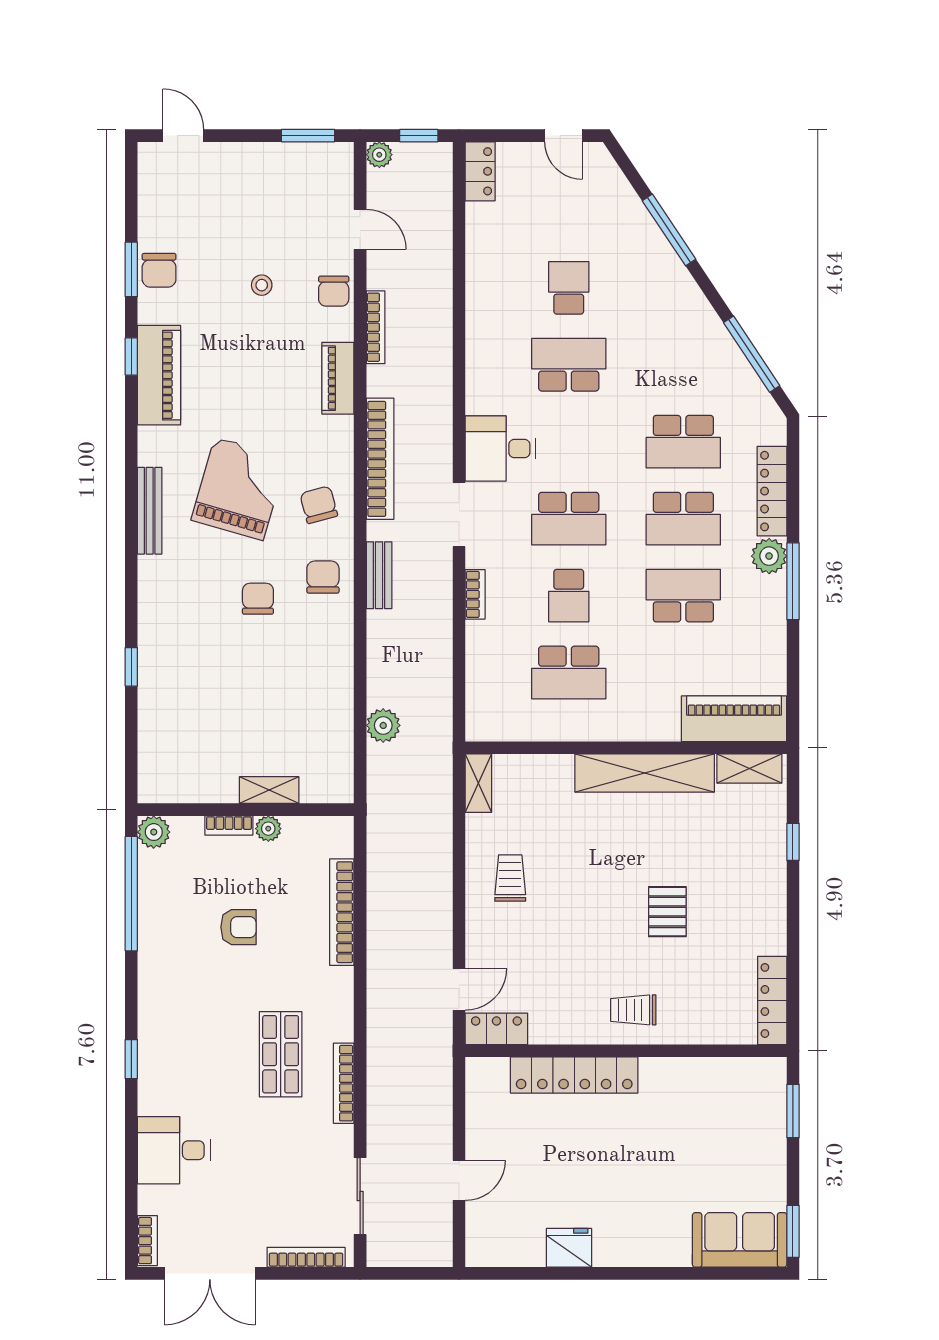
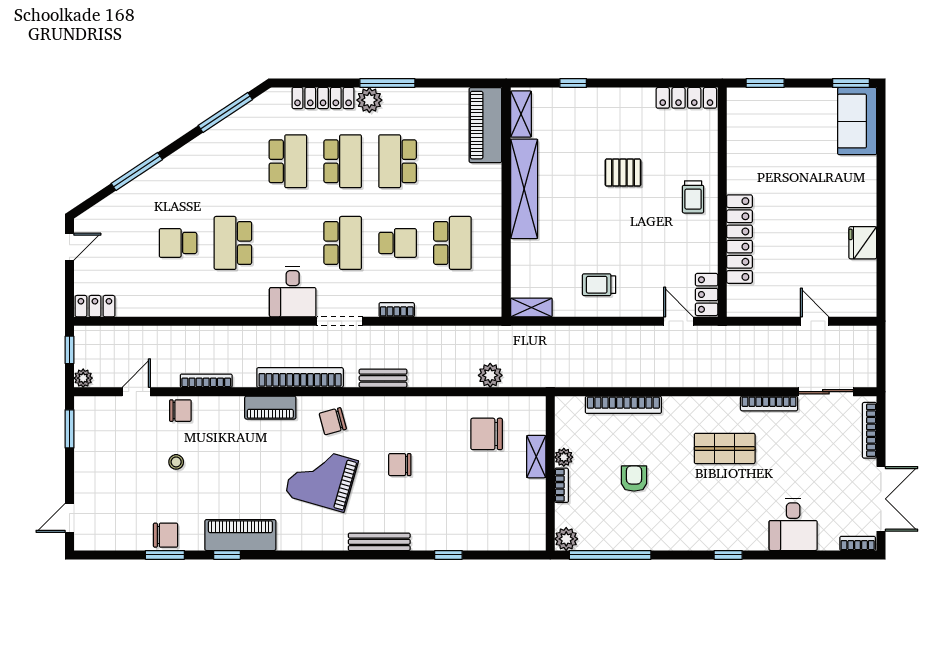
piano: (338, 378) -> (270, 408), moved
bench: (150, 511) -> (379, 542), moved
chair: (323, 577) -> (487, 434), moved, width x1.37, depth x1.37
bookcase: (344, 1083) -> (769, 403), moved

